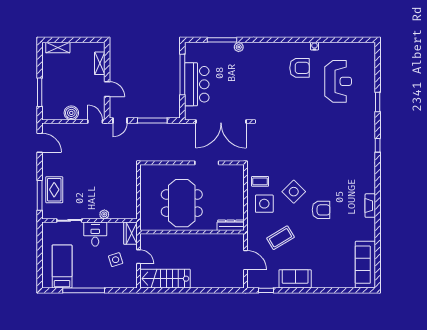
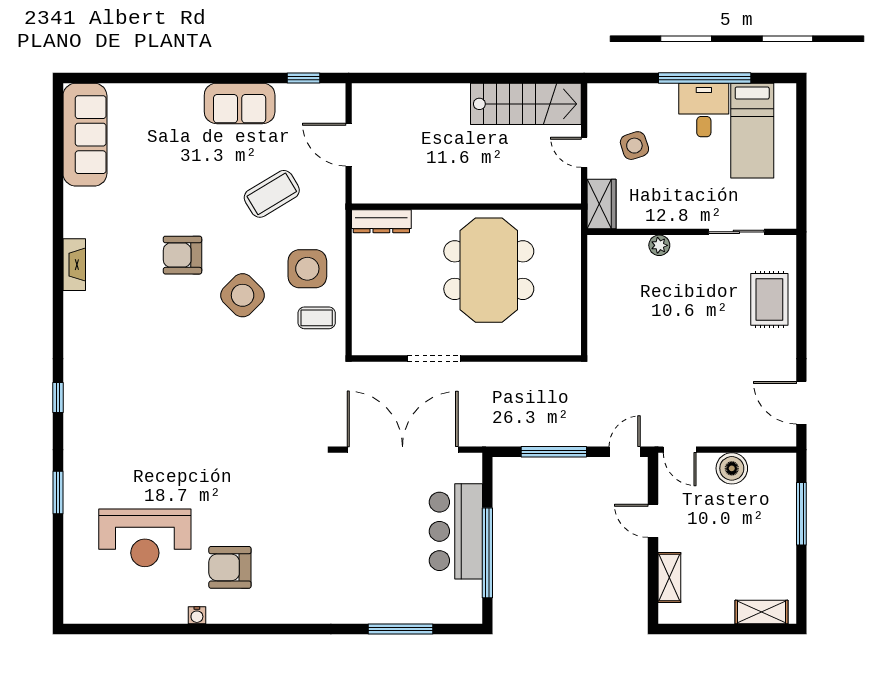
plant: (239, 47) -> (364, 613), removed
reception desk: (338, 81) -> (145, 538), turned -90
window: (40, 195) -> (801, 287), removed
desk: (95, 234) -> (704, 110), moved, turned 180

